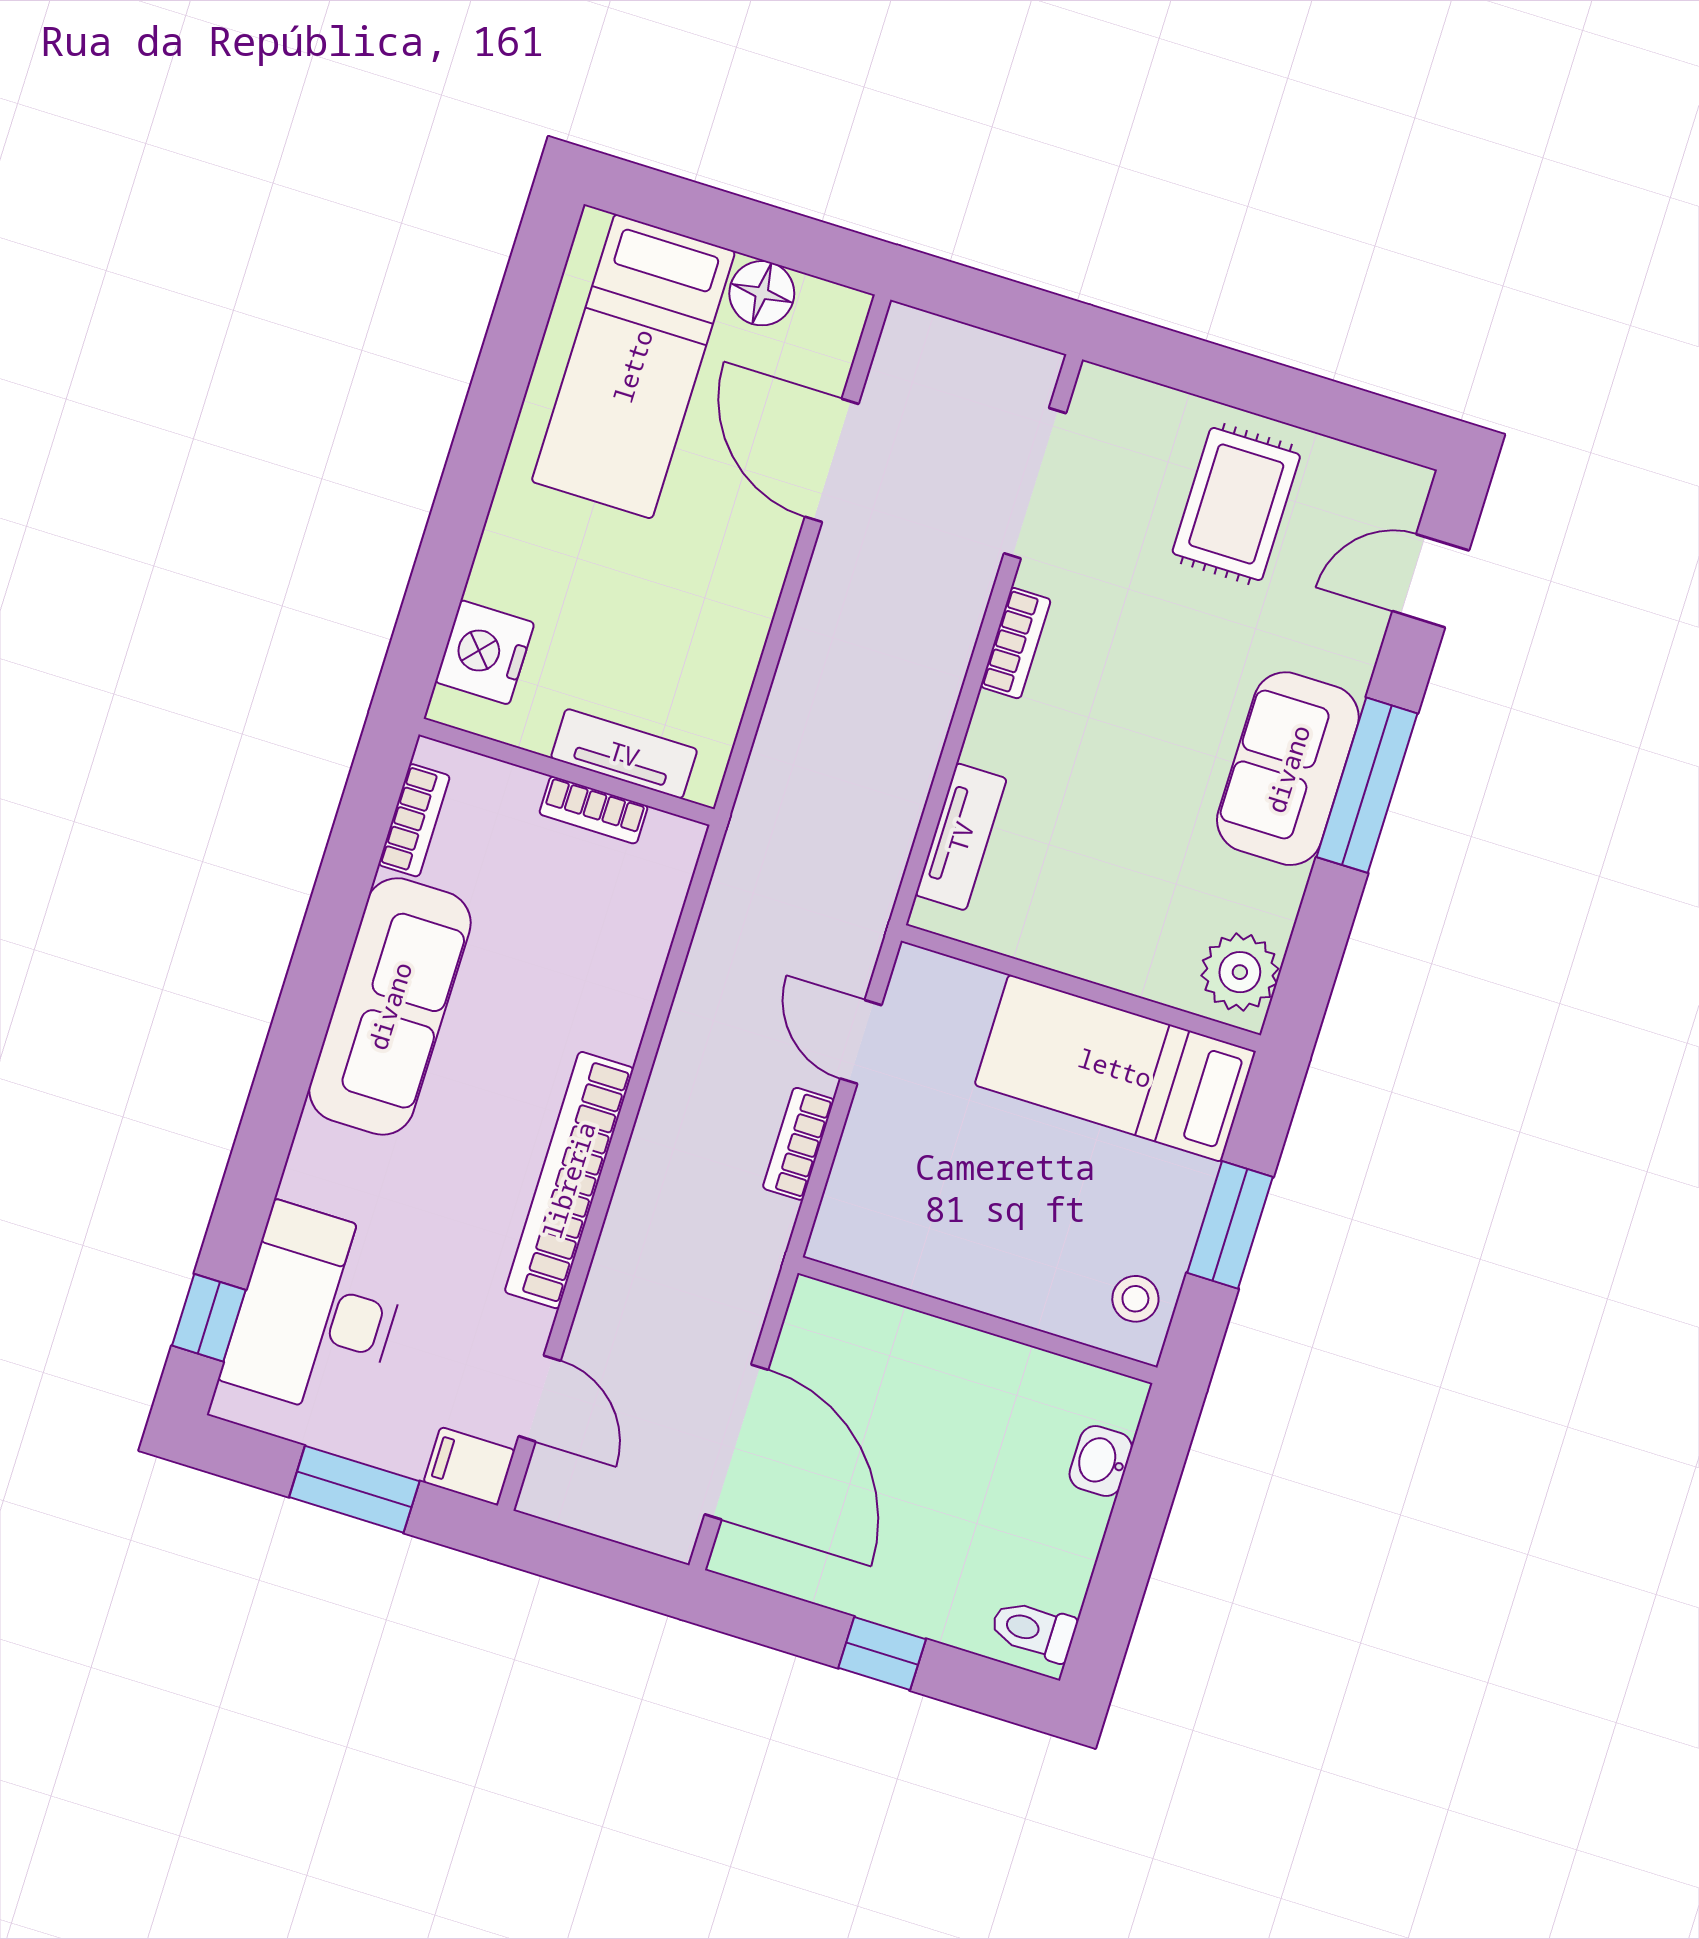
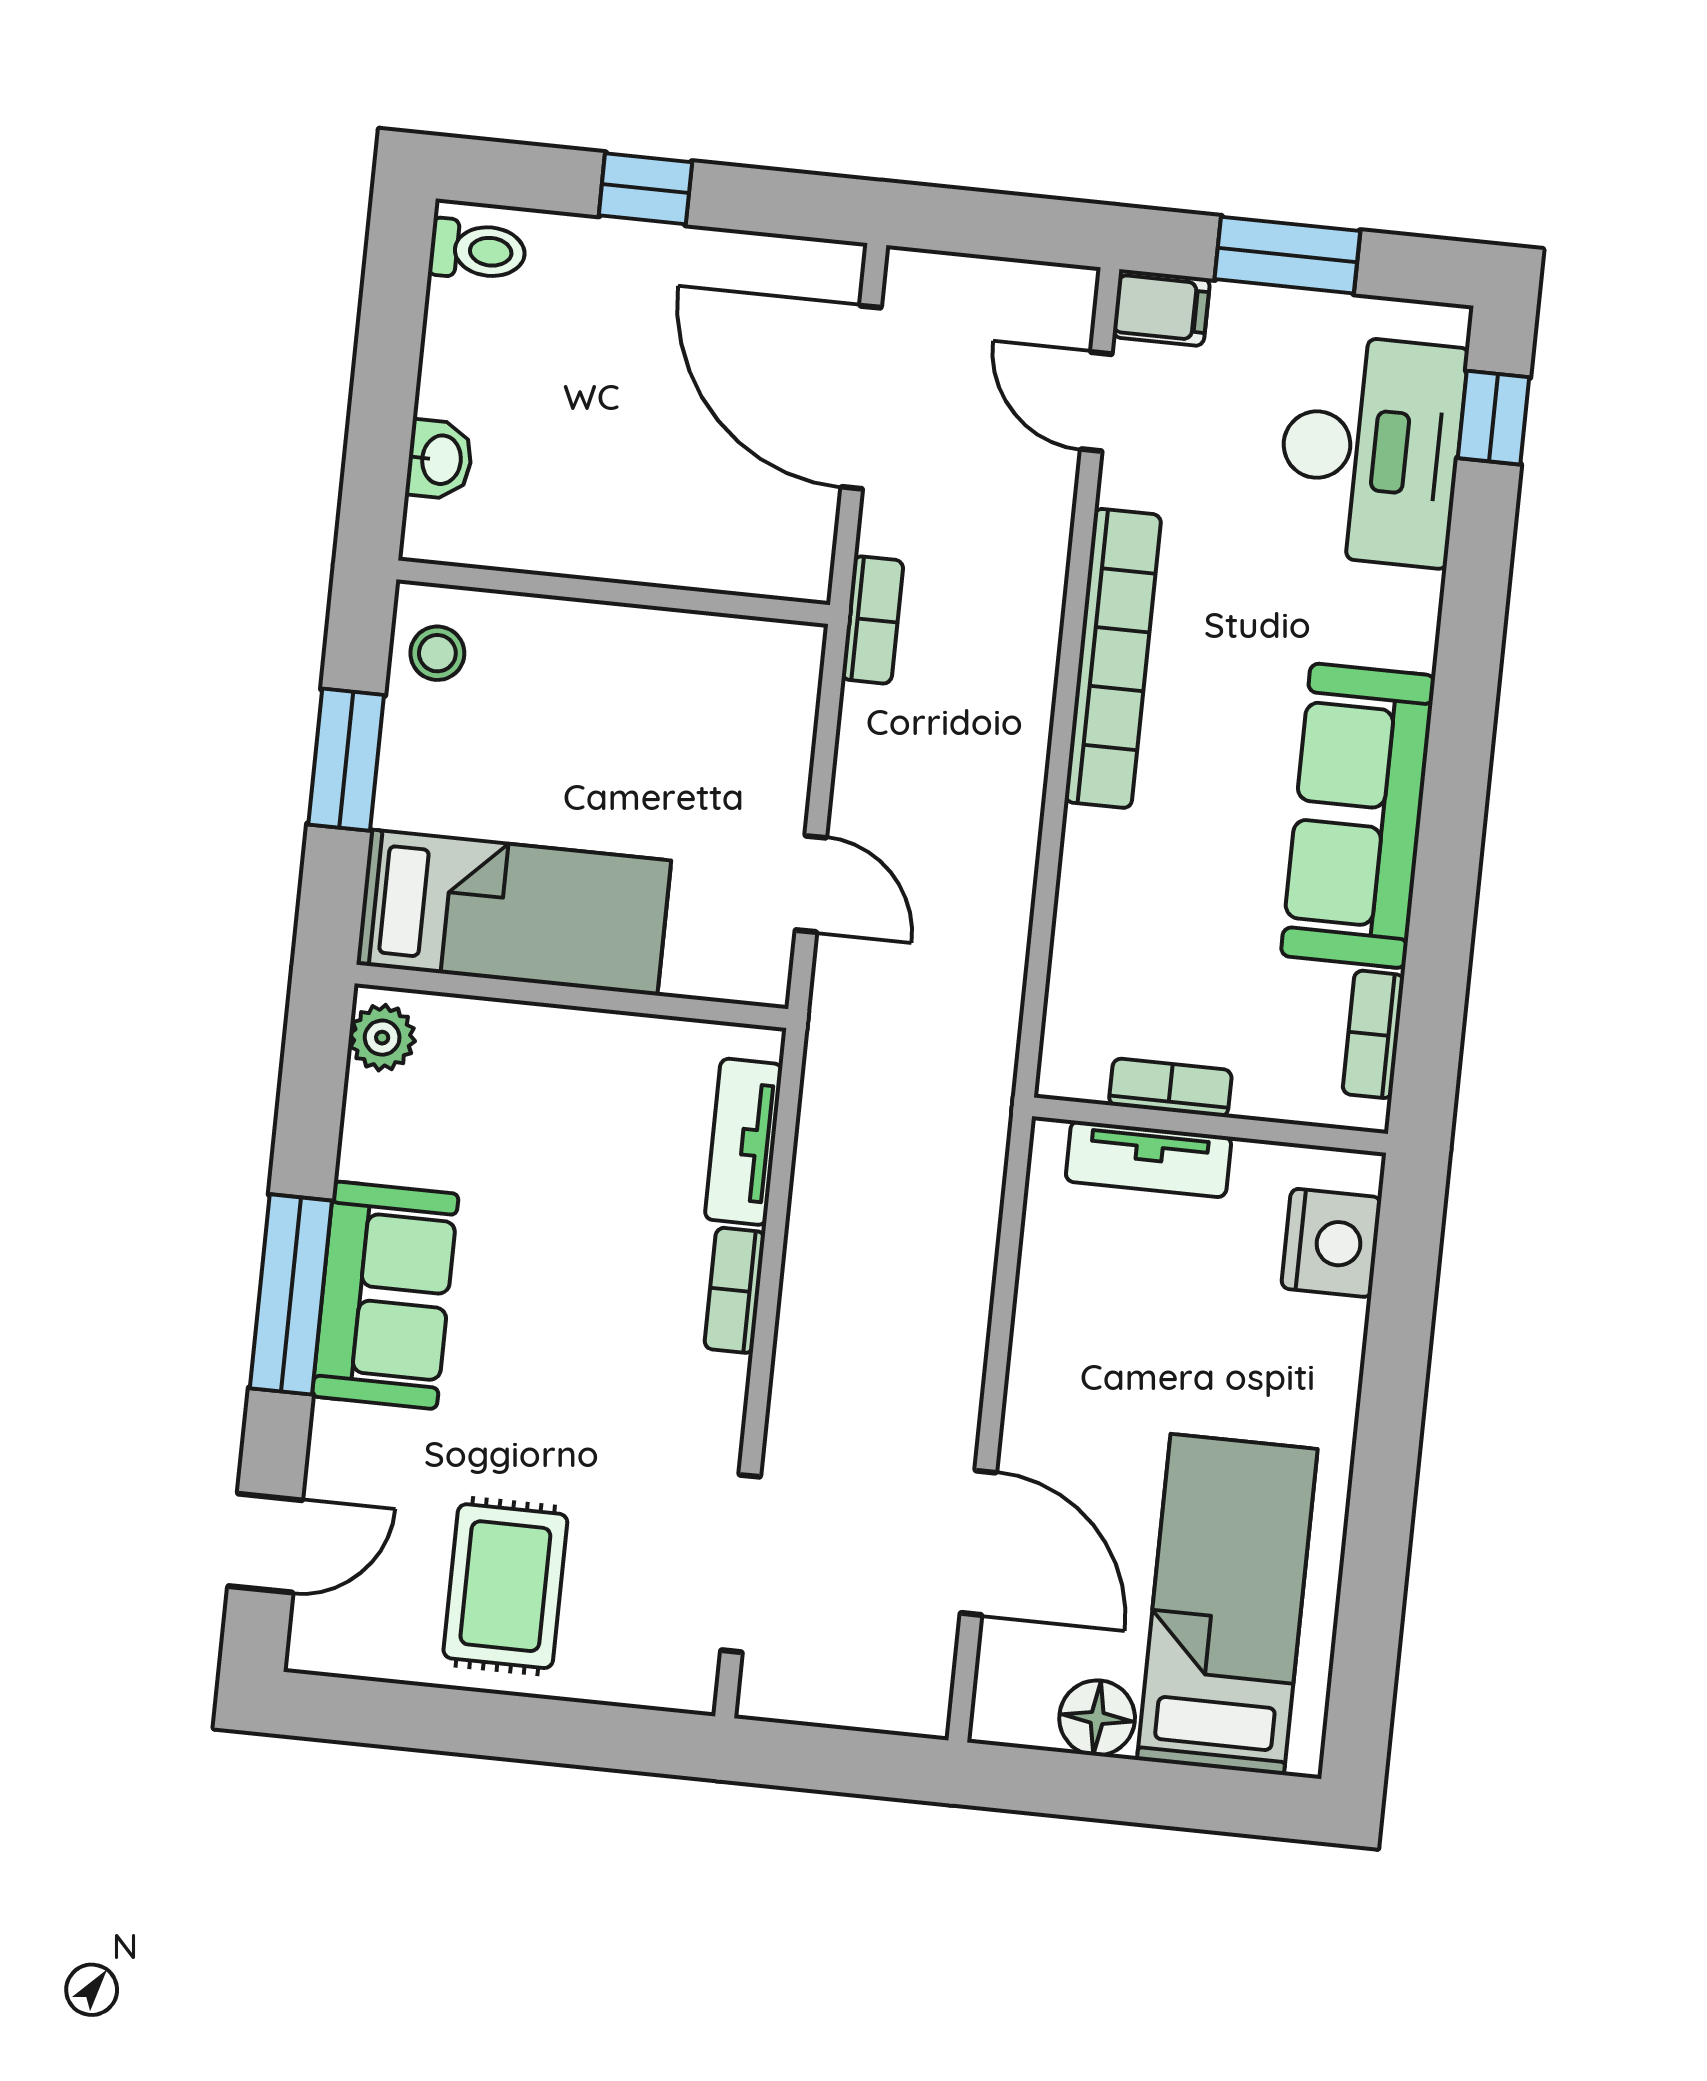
bookcase: (1016, 643) -> (735, 1290), moved
plant: (1240, 972) -> (382, 1038), width x0.73, depth x0.73
bookcase: (798, 1144) -> (873, 620), moved

